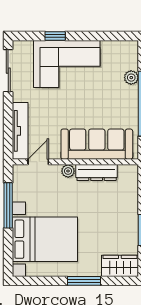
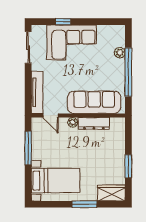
door: (38, 162) -> (51, 116), swing flipped
bed with nightstands: (45, 239) -> (55, 181), width x0.73

